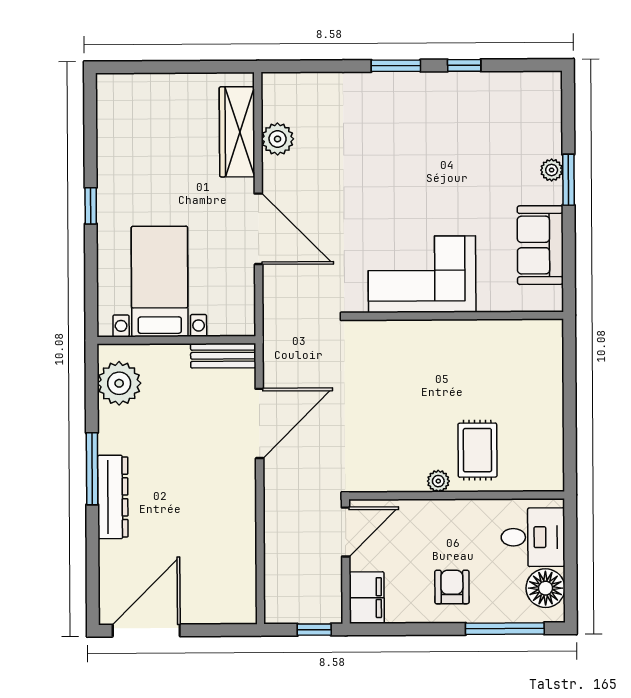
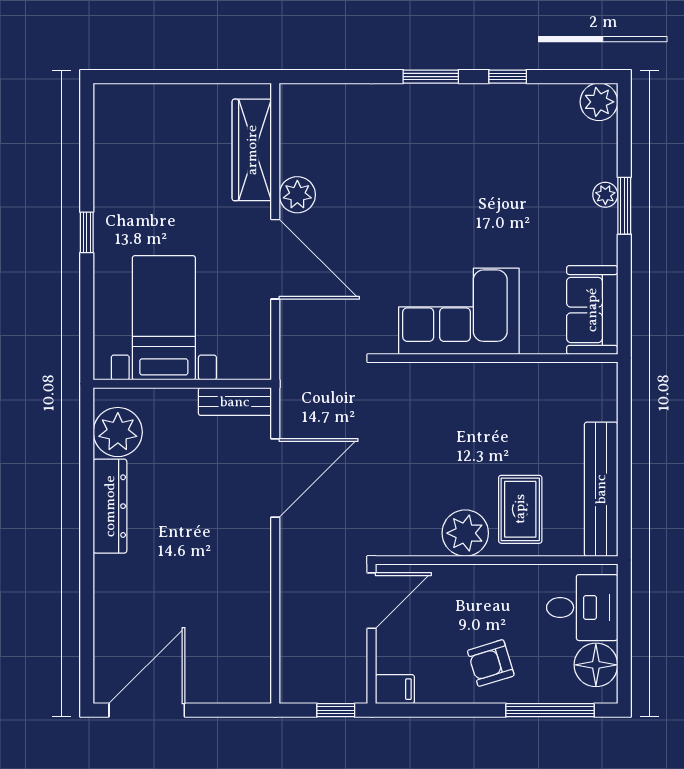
plant: (546, 87) -> (599, 102), added
plant: (278, 139) -> (297, 195), moved
sofa: (540, 245) -> (592, 310), moved
bench: (549, 432) -> (601, 489), added
window: (92, 469) -> (87, 528), removed
plant: (438, 481) -> (465, 533), width x1.87, depth x1.87
dresser: (113, 497) -> (110, 506), moved
armchair: (452, 587) -> (491, 663), turned -107
filing cabinet: (367, 598) -> (395, 689), width x0.50

